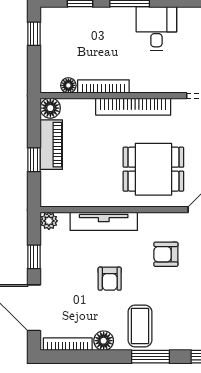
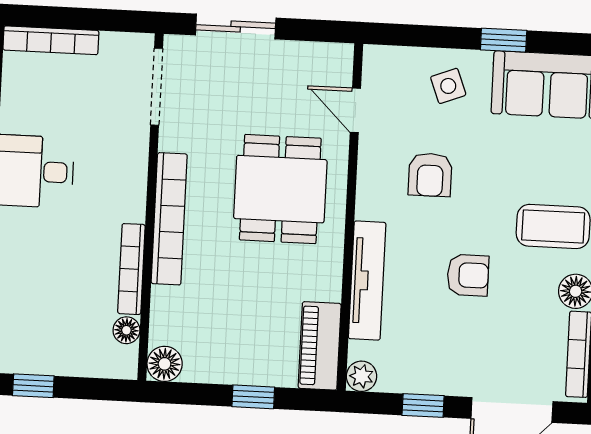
piano: (51, 145) -> (320, 346), moved, turned -90

